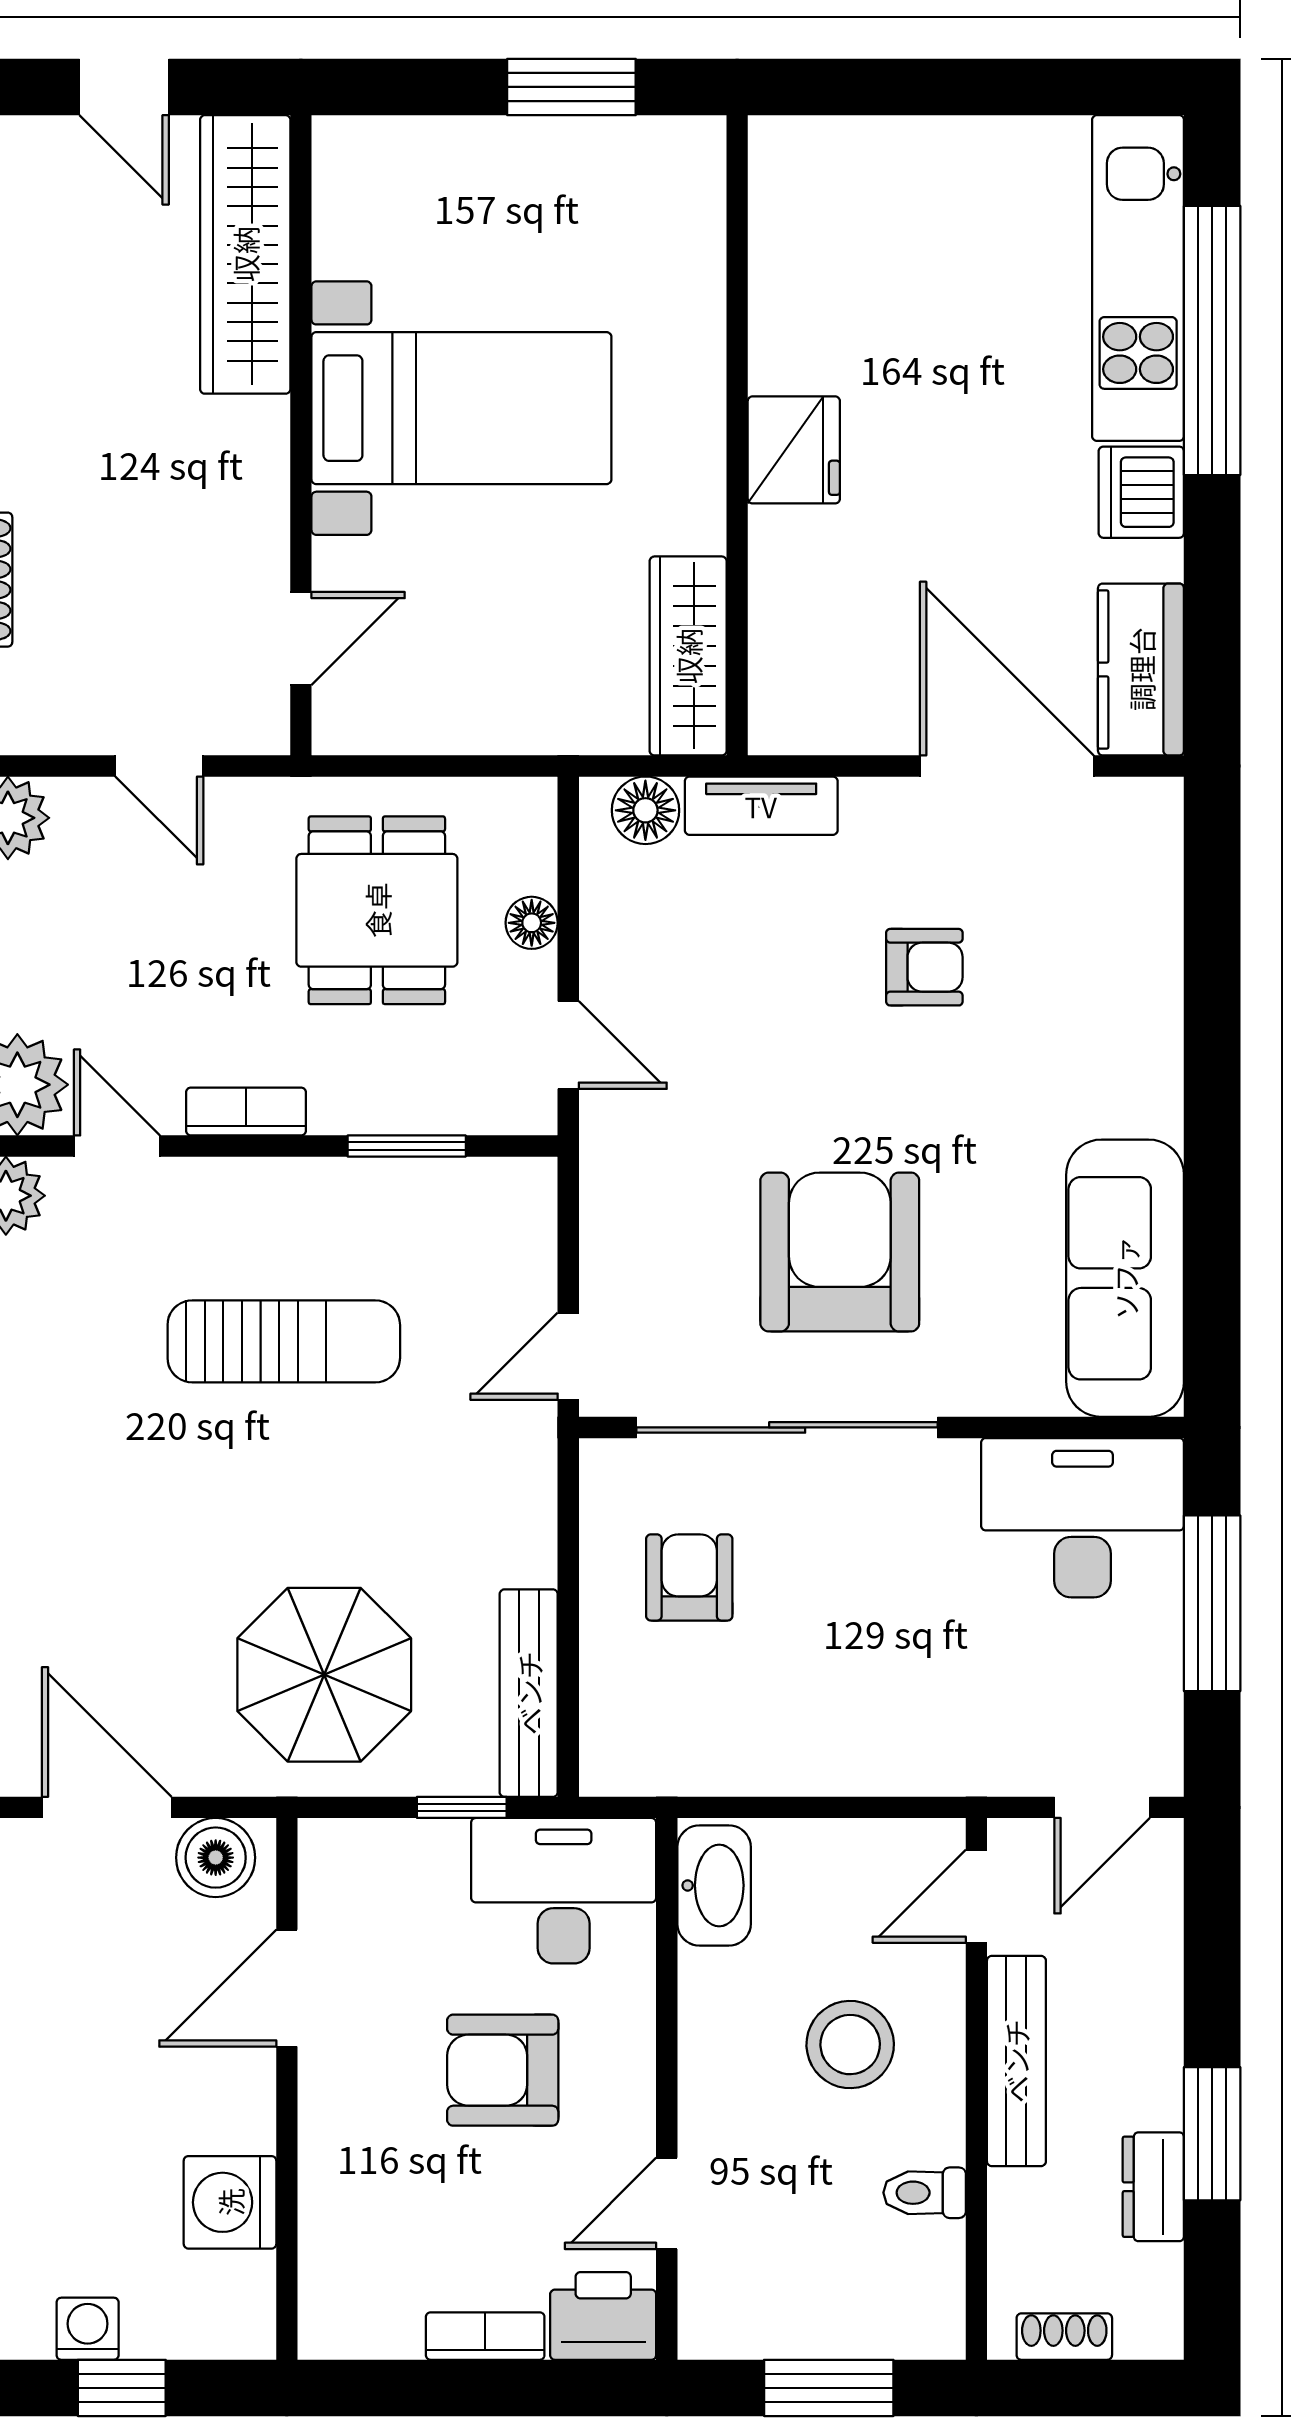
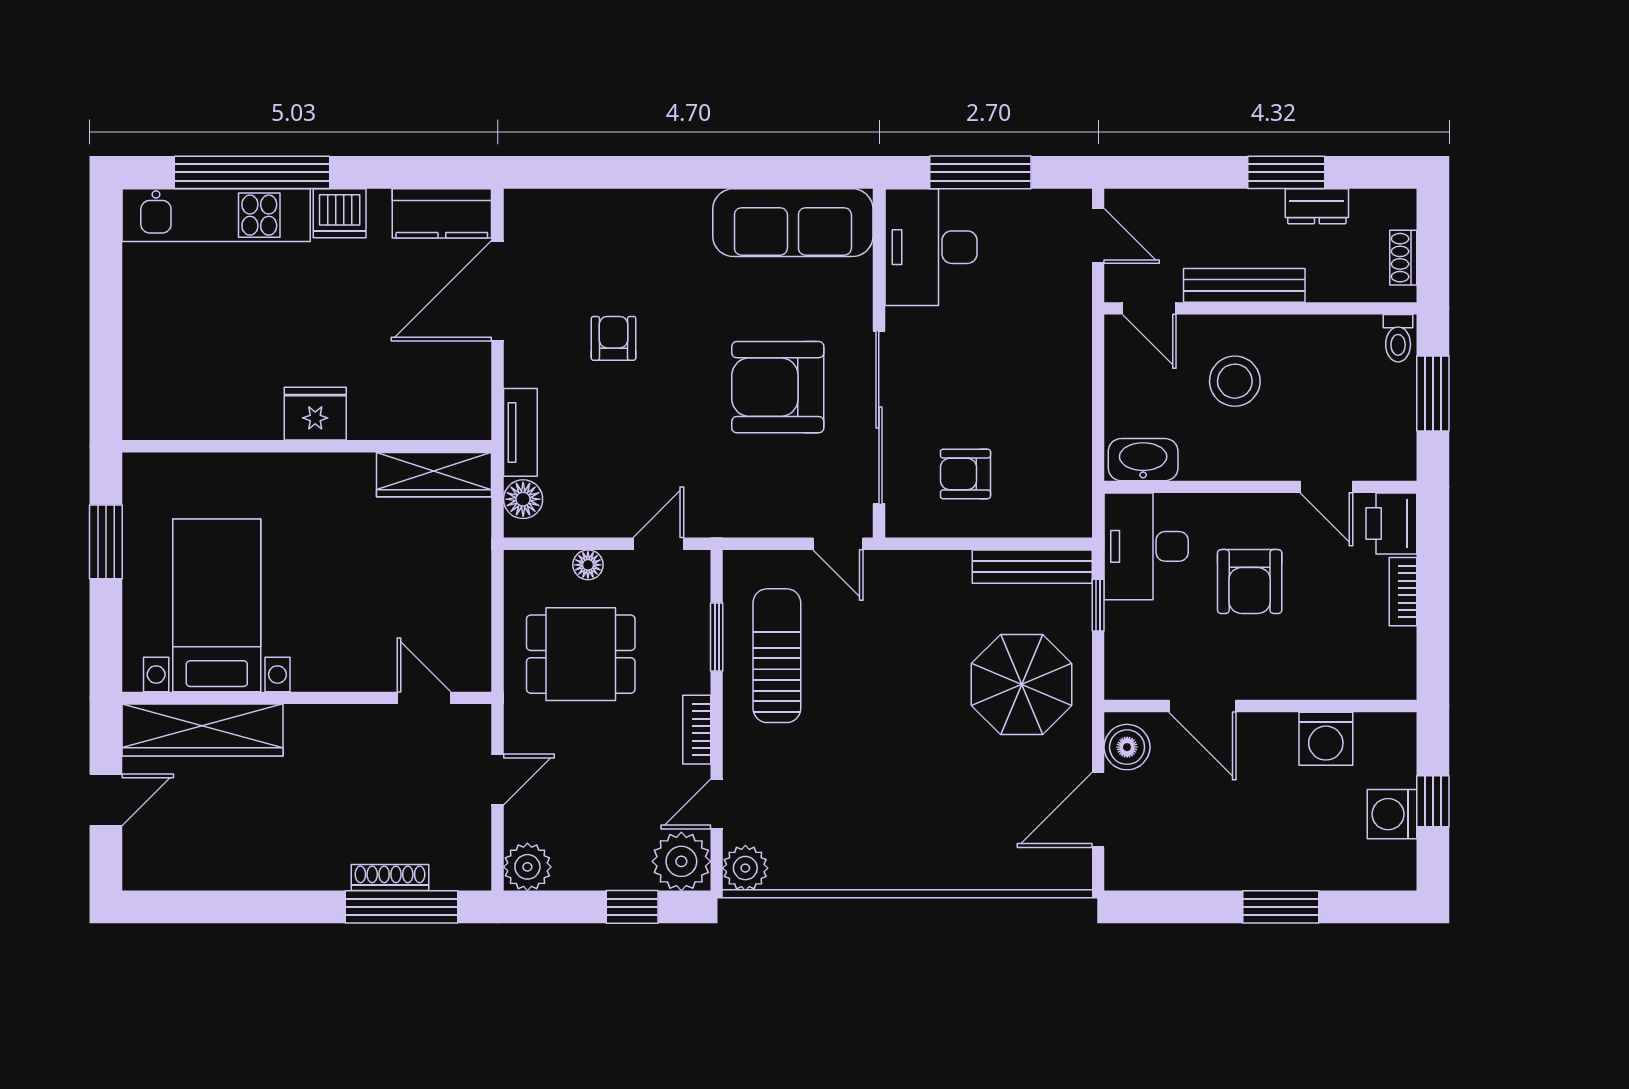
bed with nightstands: (461, 408) -> (217, 605), moved
sun lounger: (284, 1341) -> (777, 656), moved
toilet: (925, 2193) -> (1398, 338), moved
washing machine: (88, 2329) -> (1392, 814), width x1.38, depth x1.38

